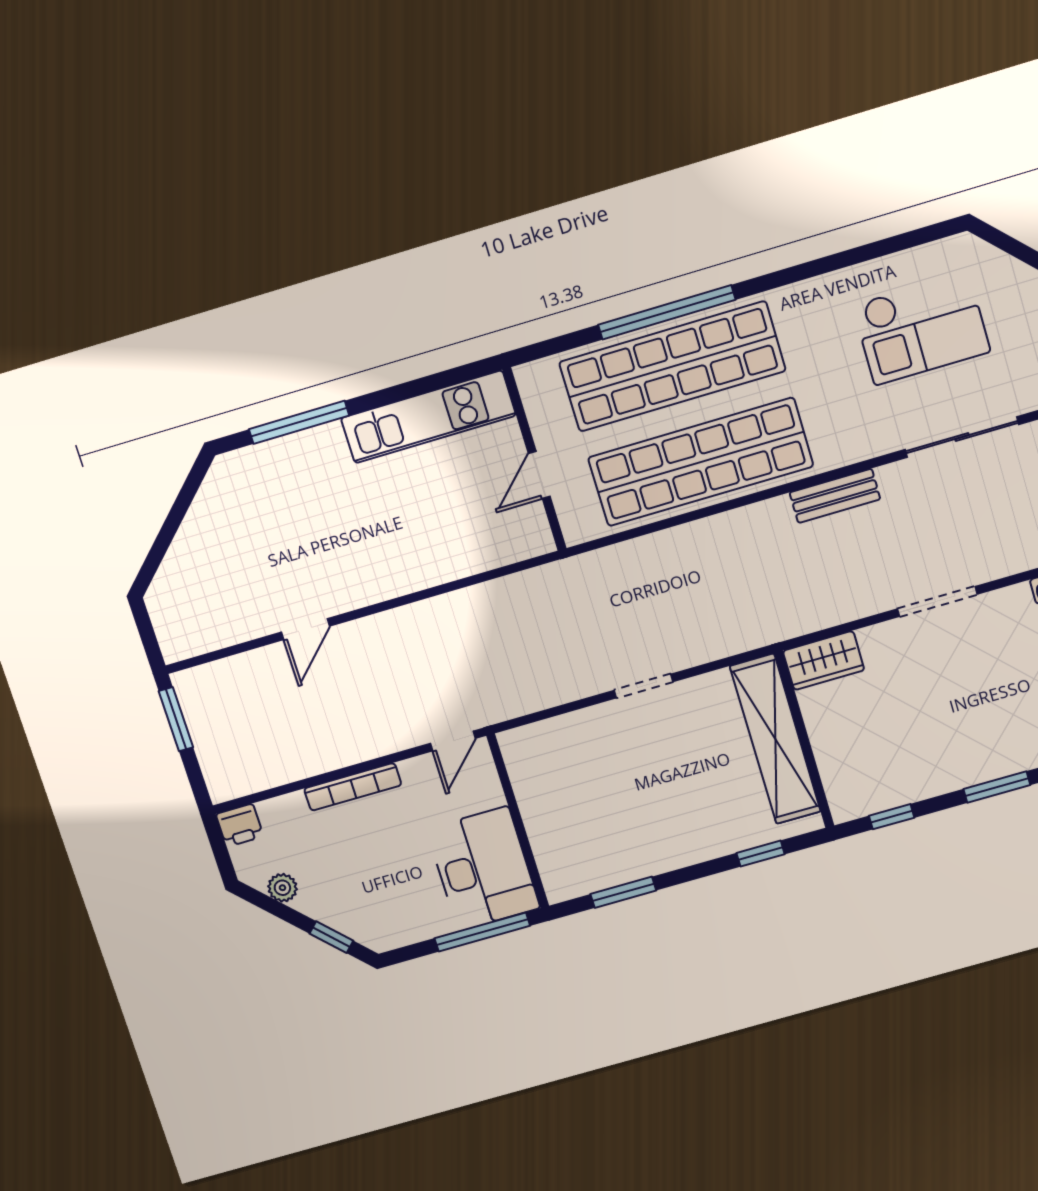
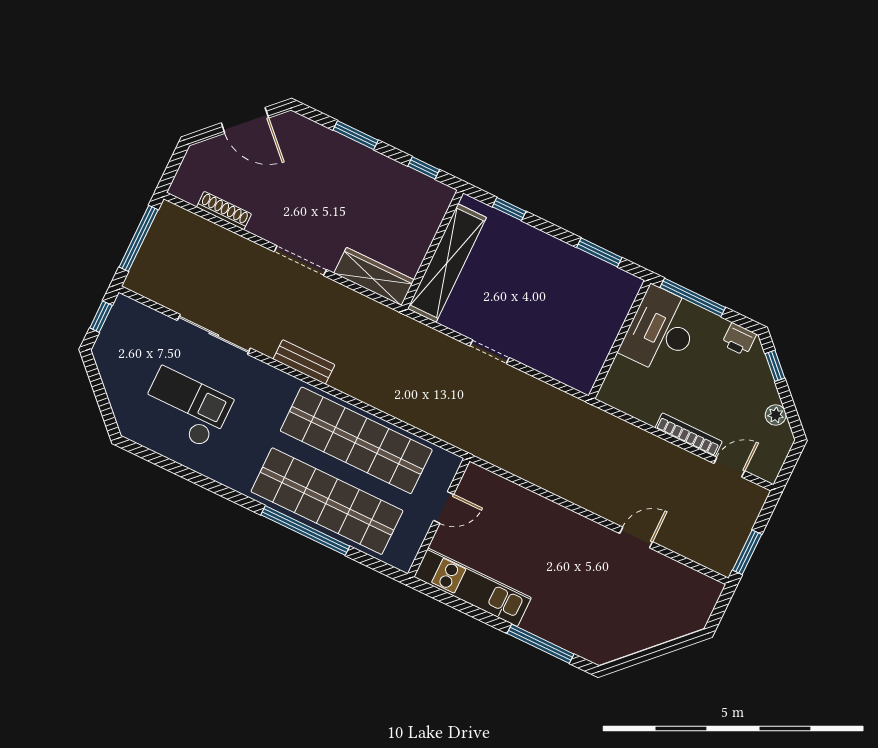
wardrobe: (824, 661) -> (374, 277), width x1.50
door: (453, 741) -> (729, 467), moved
printer: (240, 825) -> (739, 339), moved, turned 180

